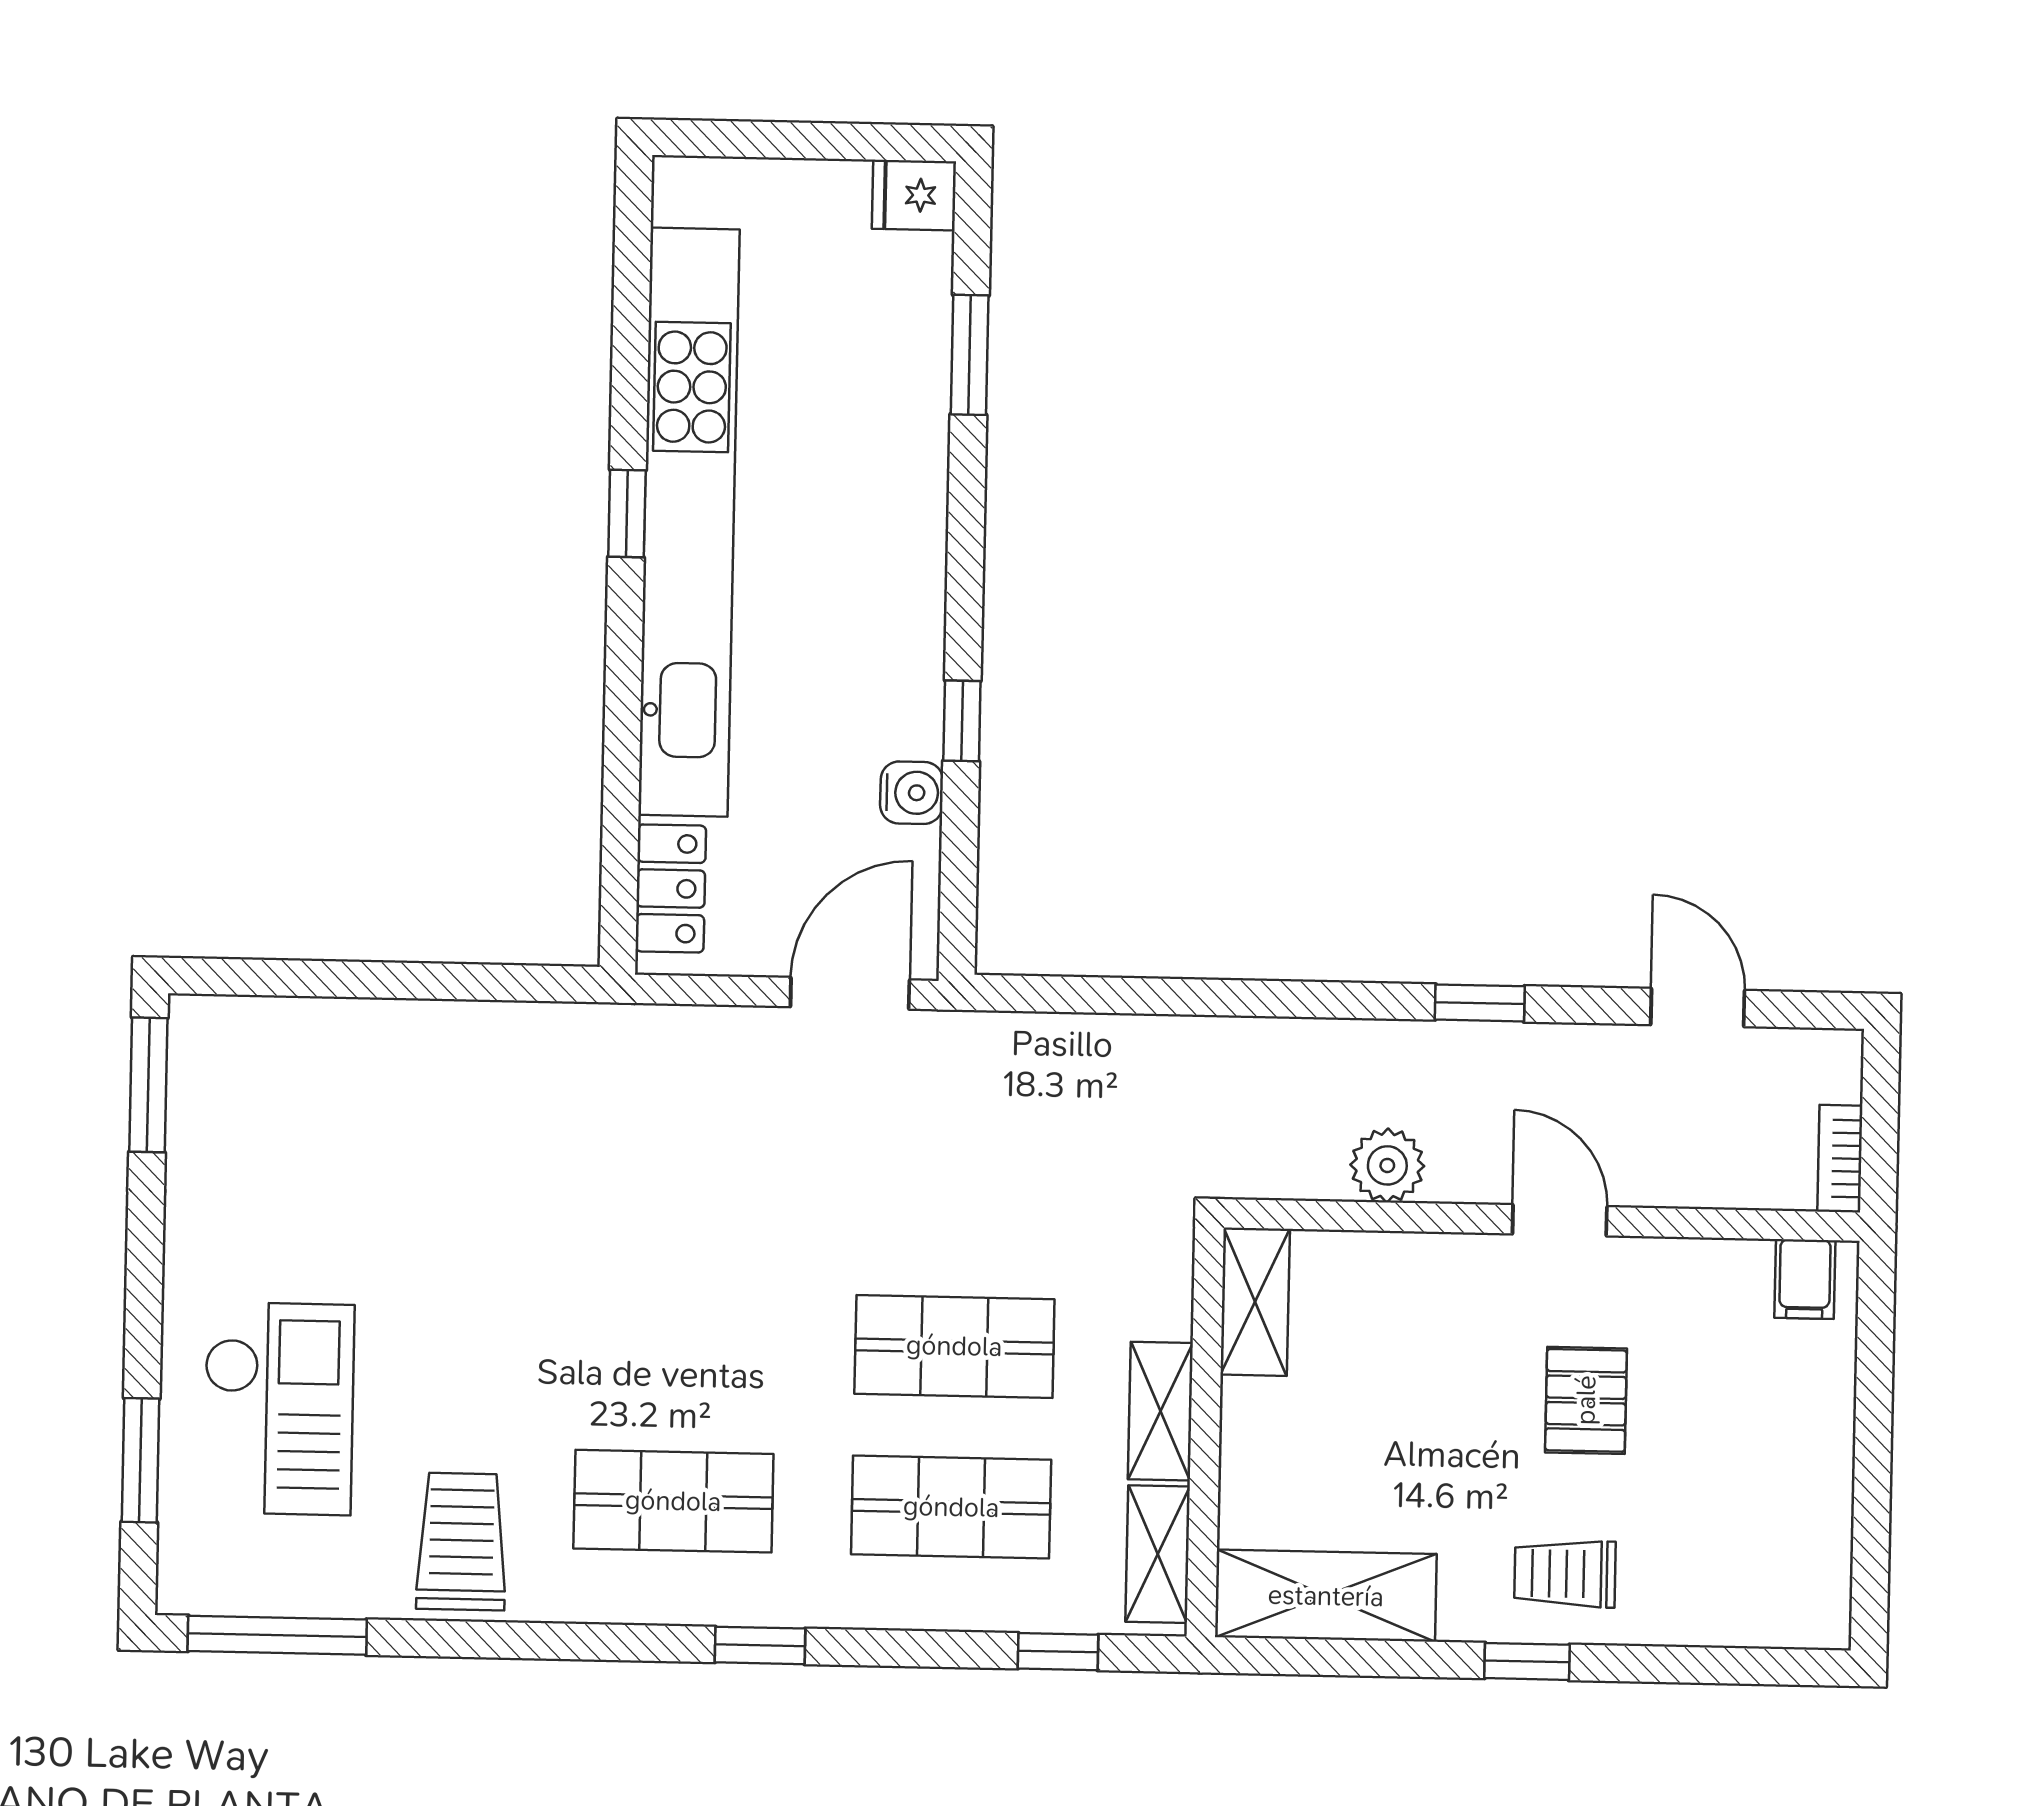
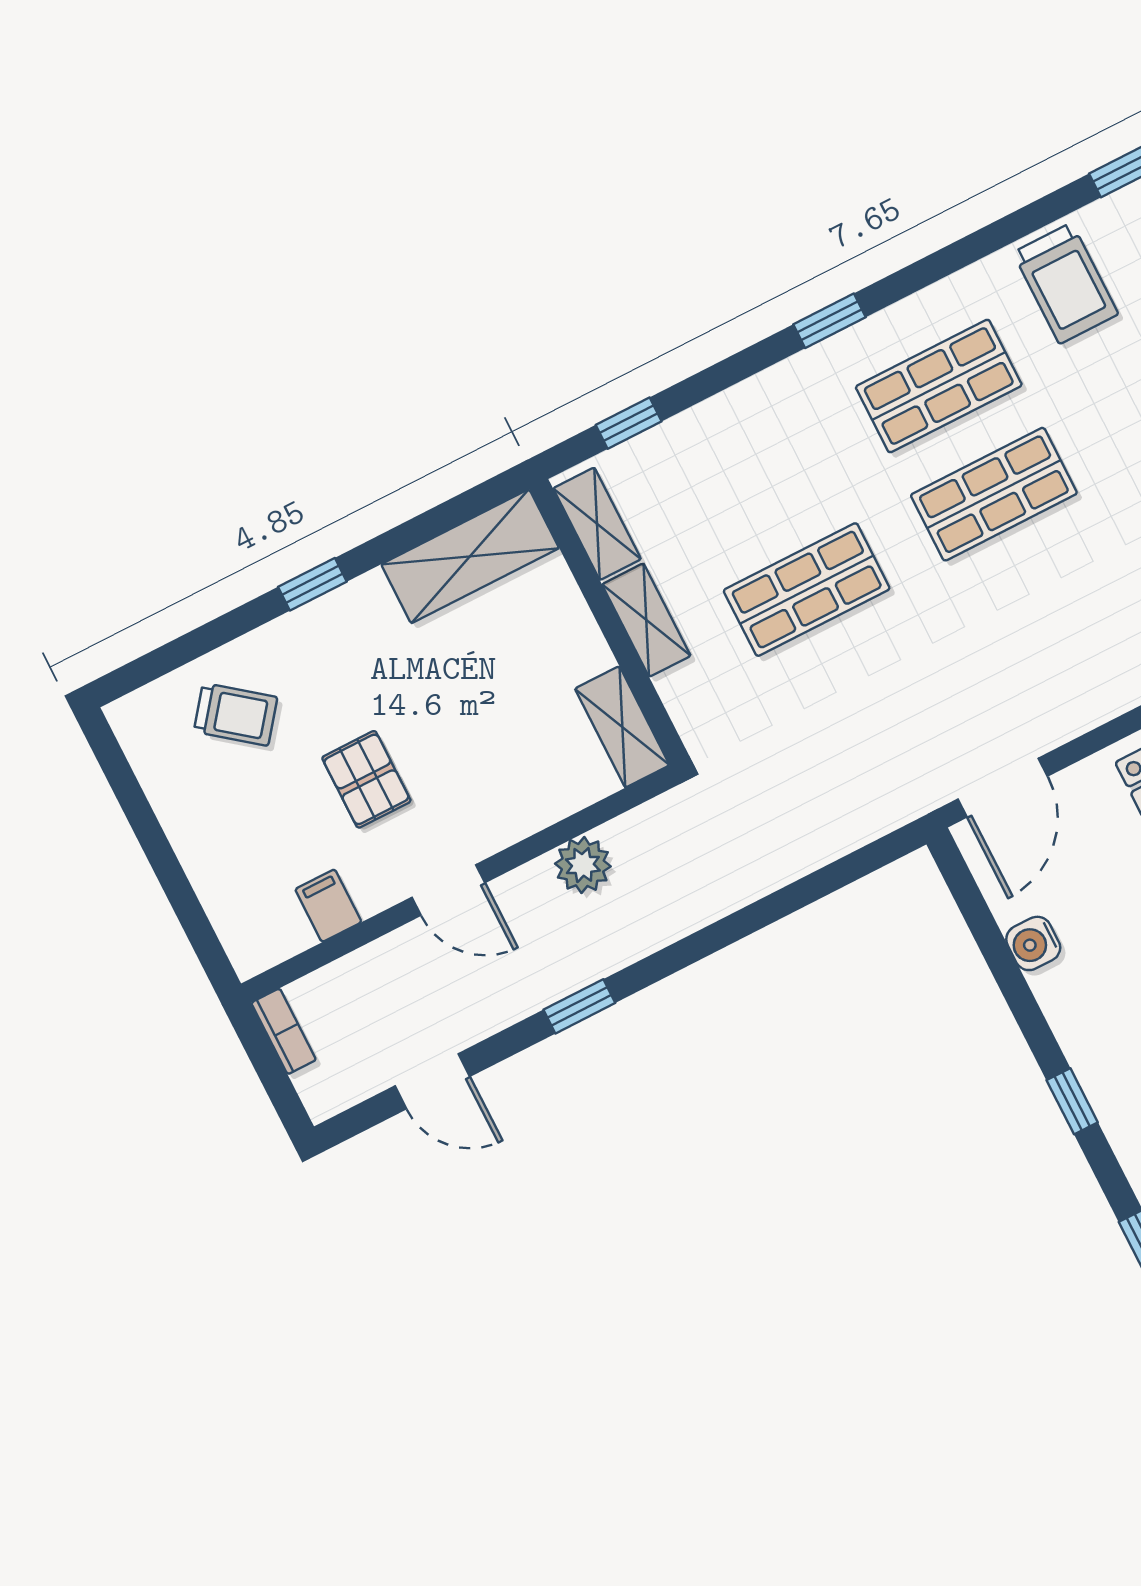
window: (962, 721) -> (1072, 1101), moved
filing cabinet: (1805, 1279) -> (328, 906), moved
shop shelf: (951, 1507) -> (994, 494), moved
trolley: (1565, 1574) -> (236, 714), moved, turned 38

